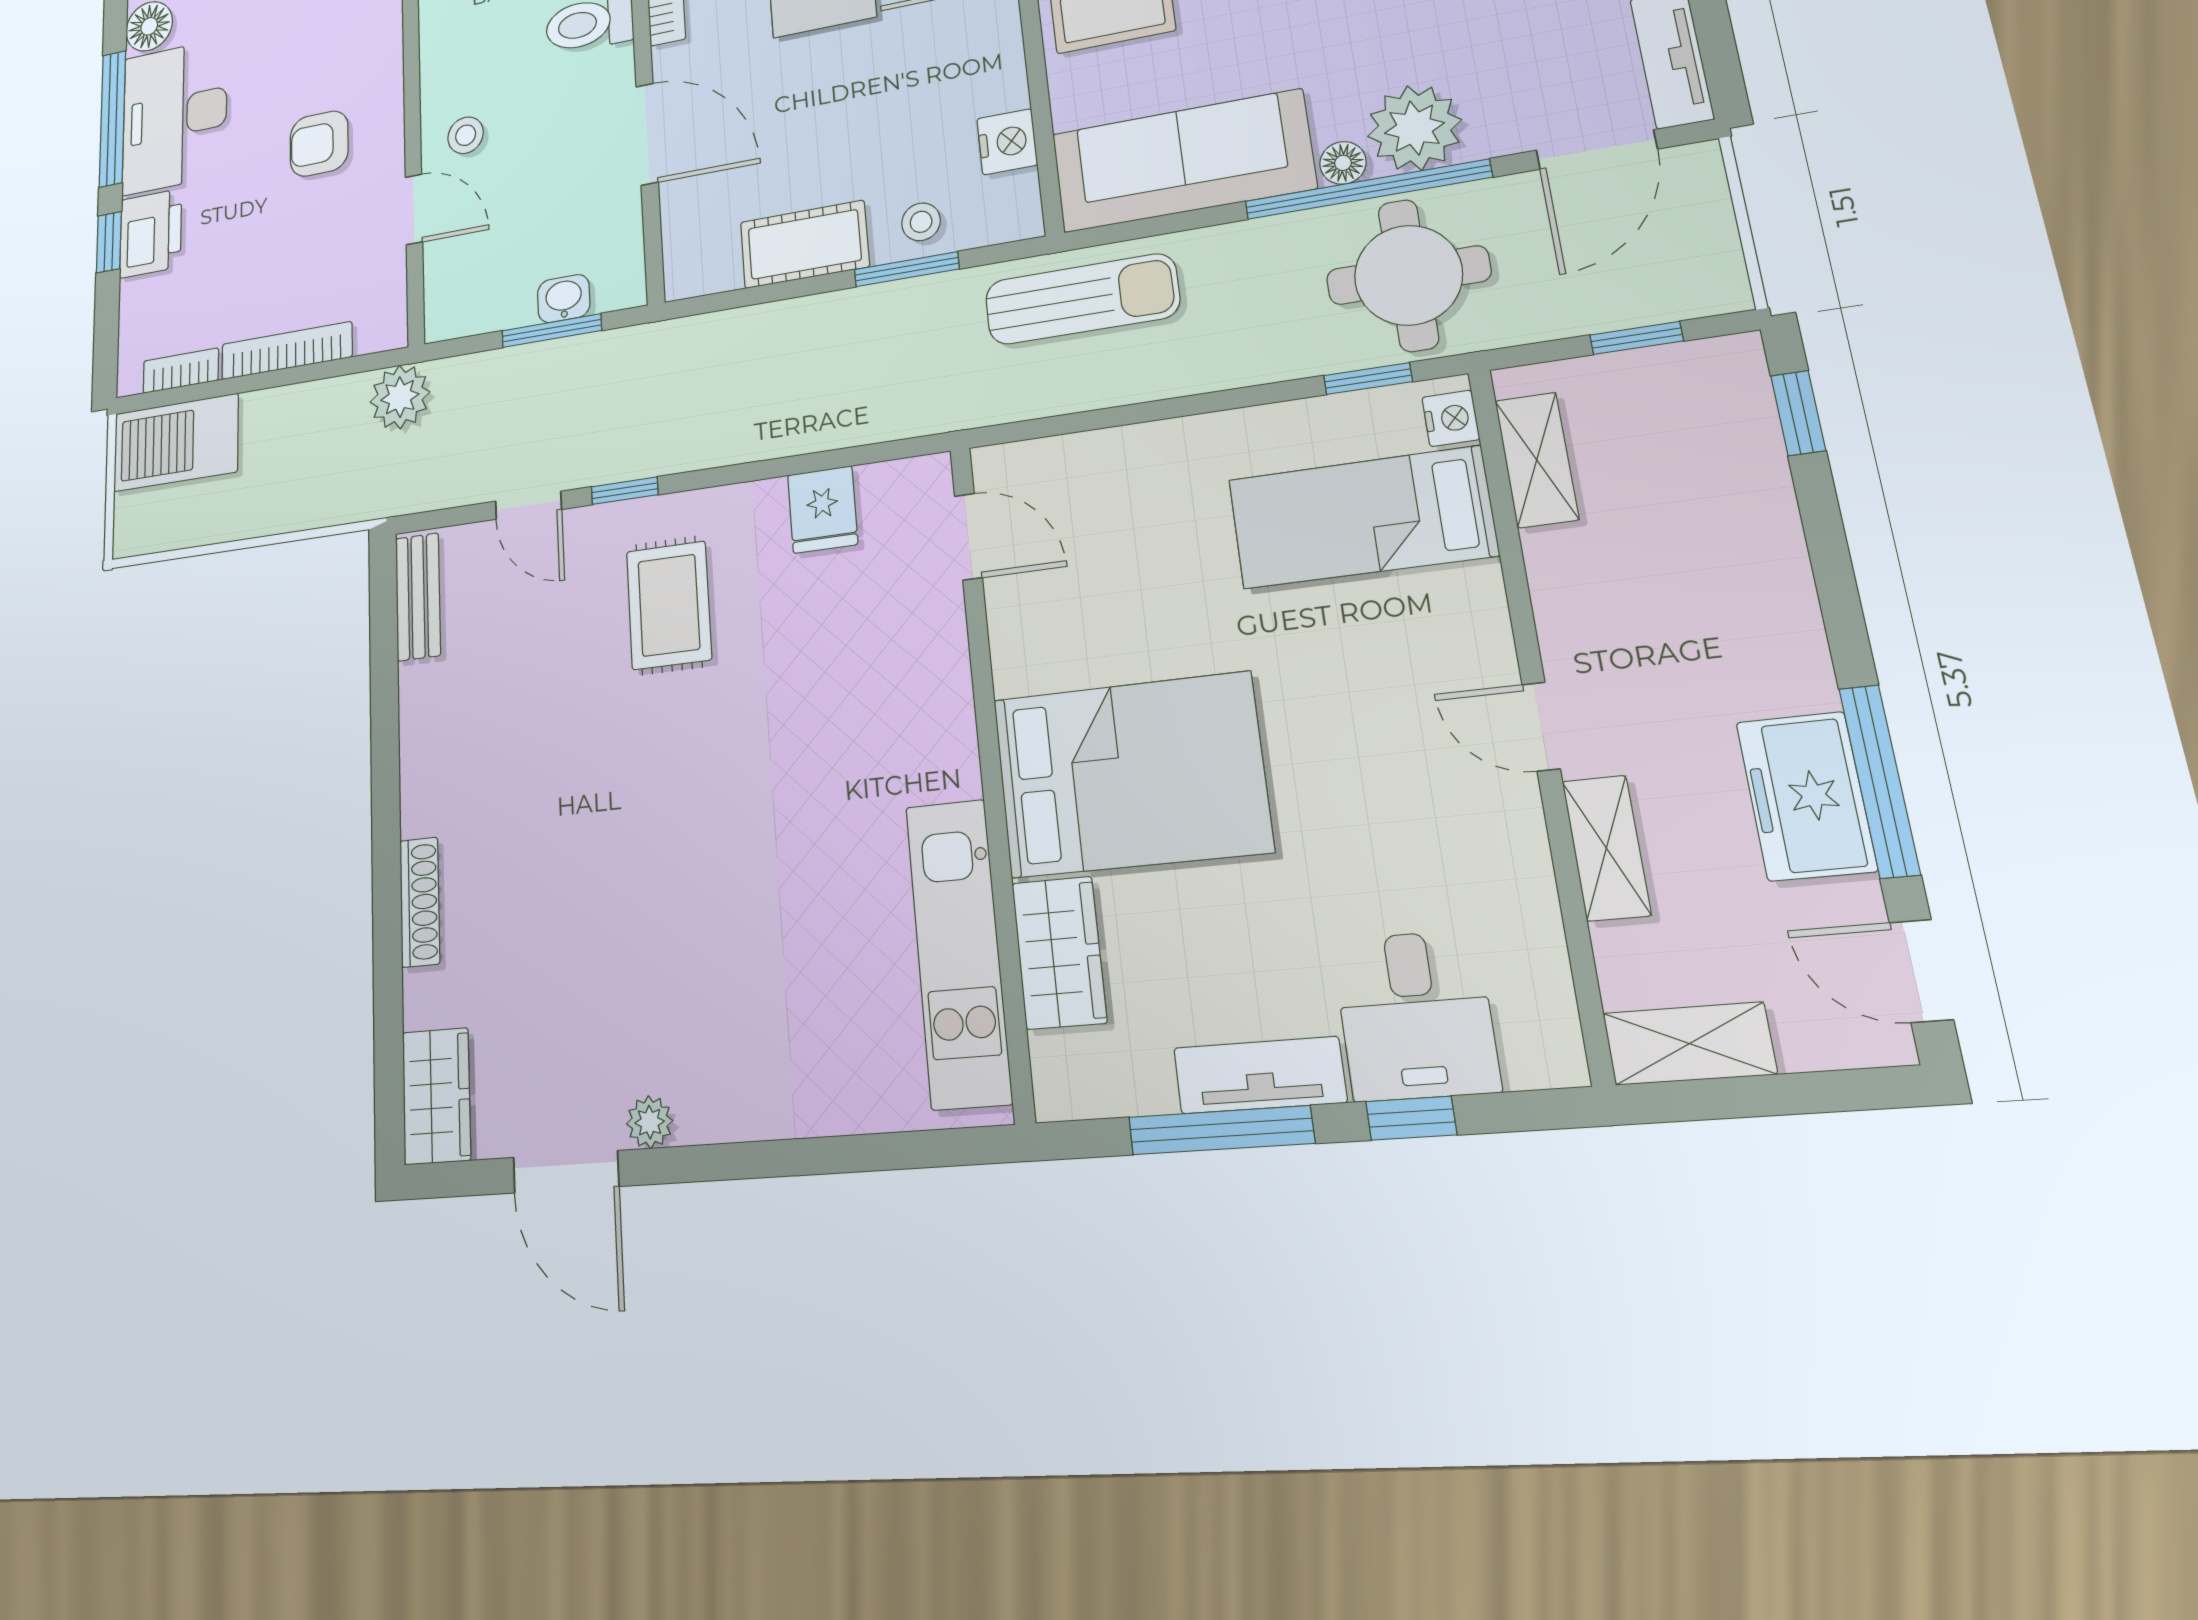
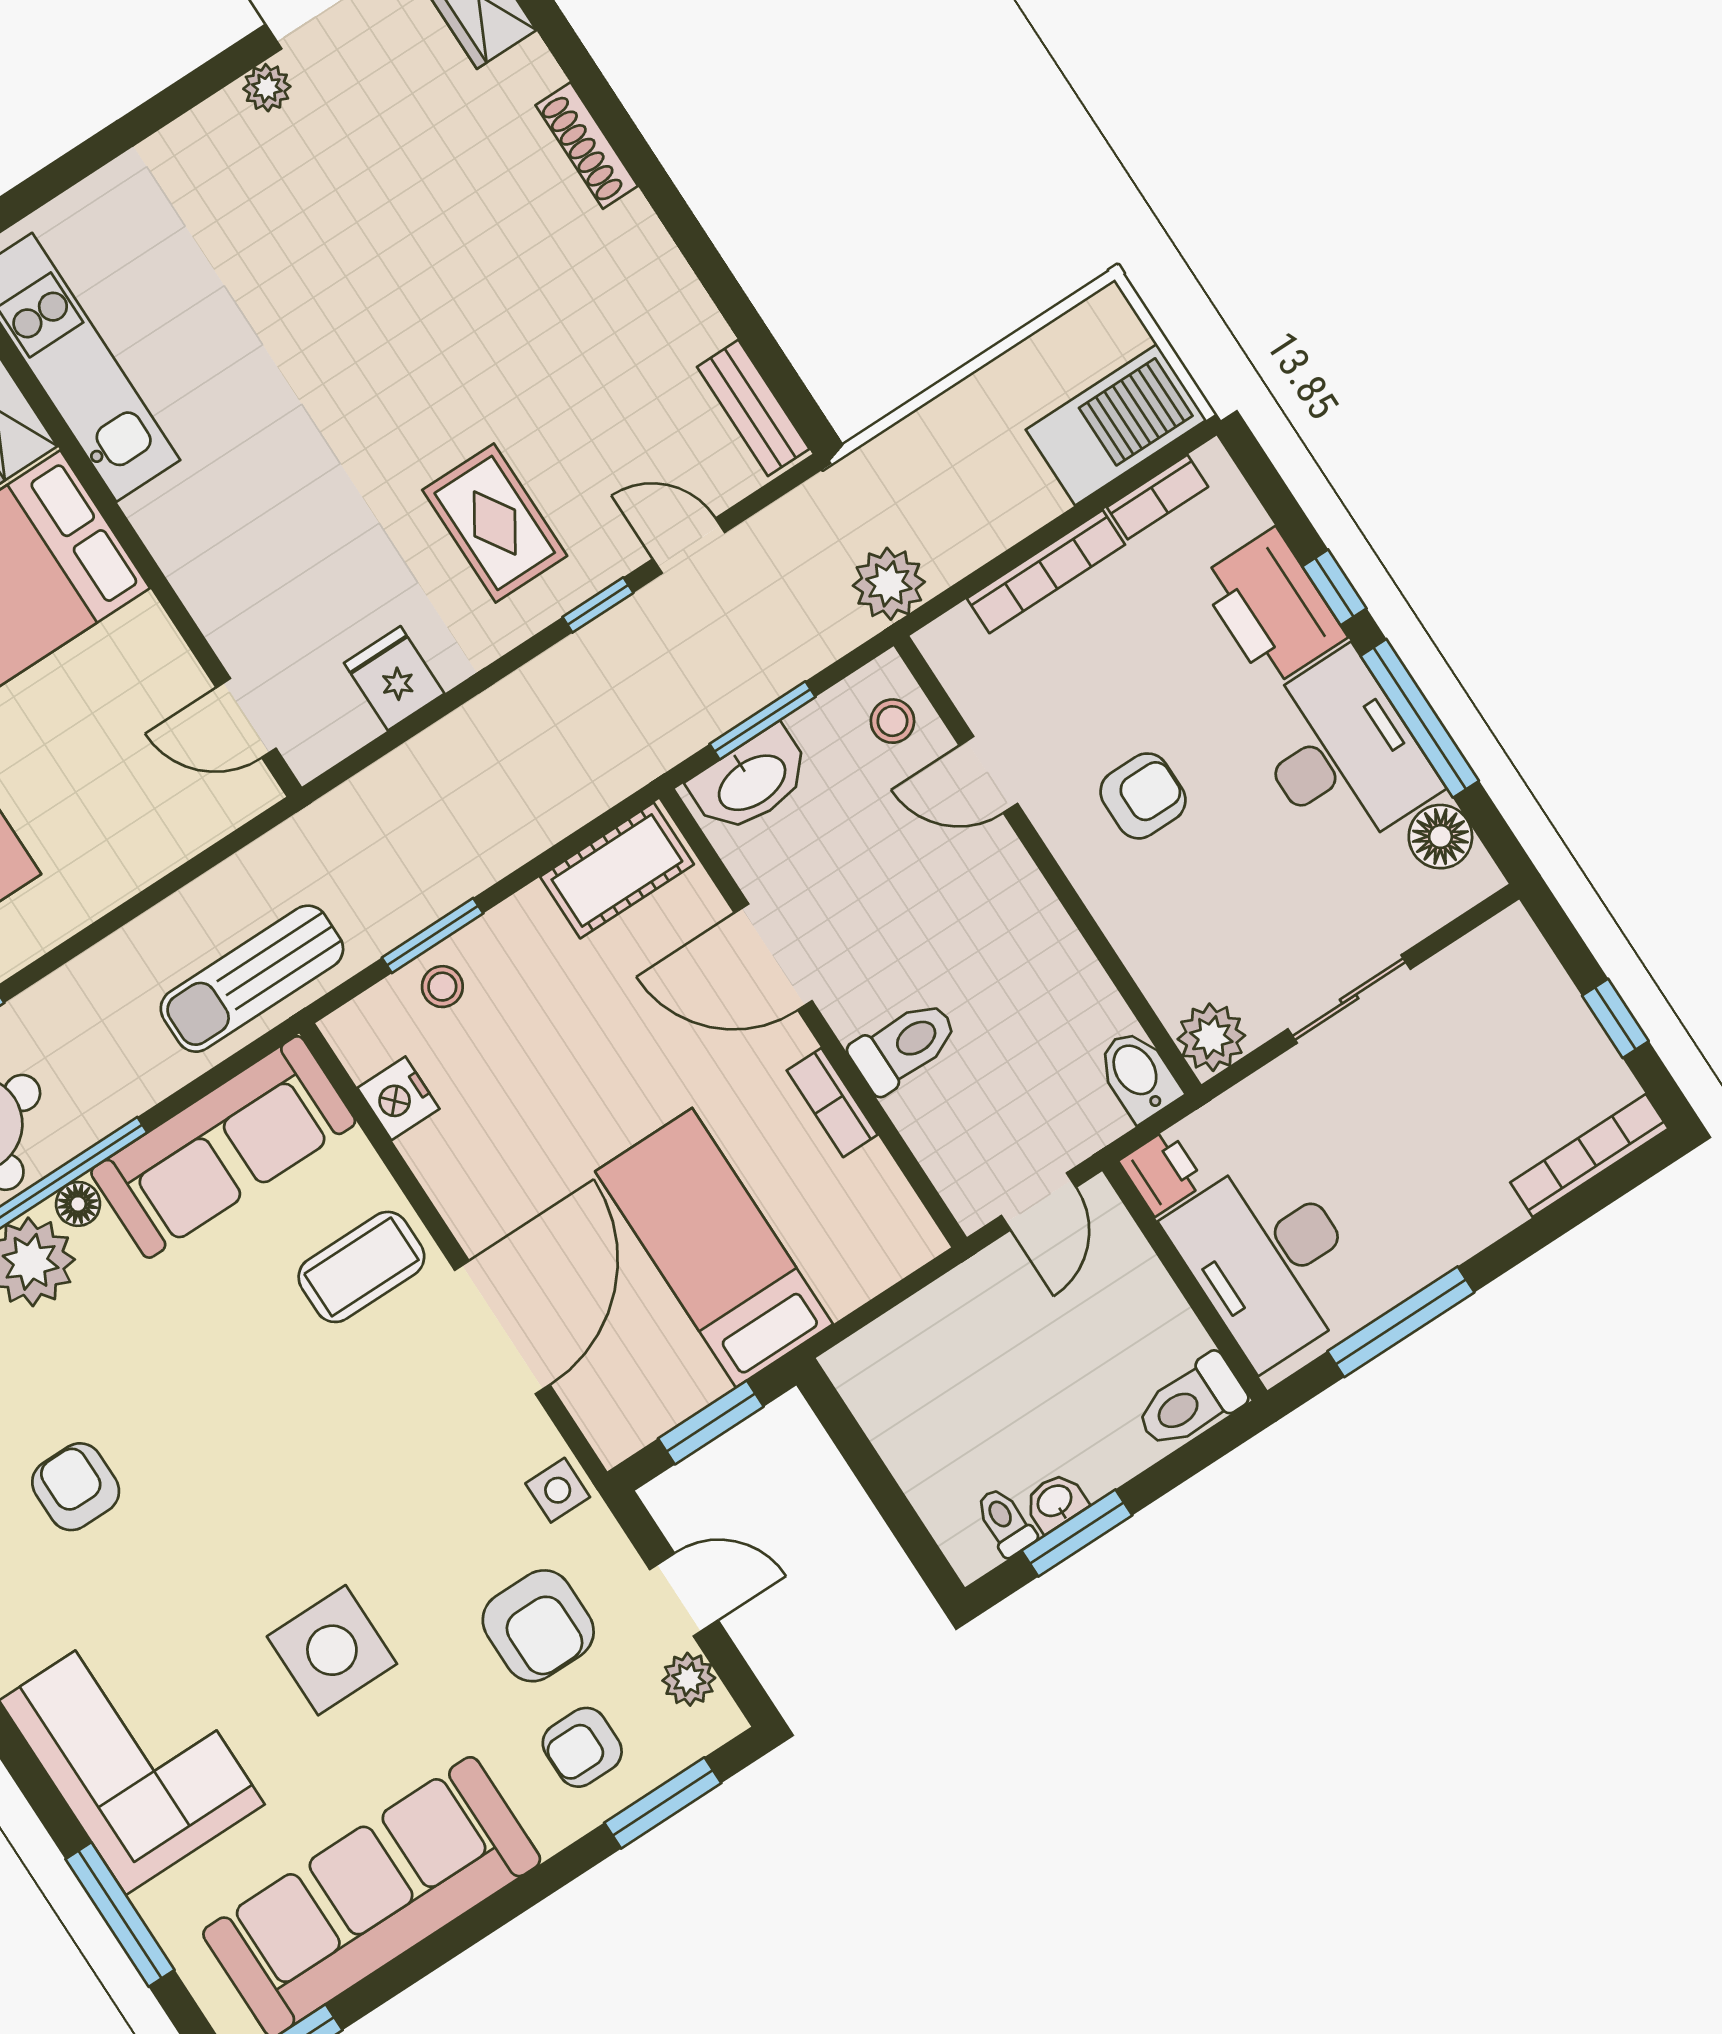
stool: (466, 135) -> (892, 721), moved
printer: (151, 233) -> (1272, 608), width x1.37, depth x1.19
cot: (804, 244) -> (617, 870), moved
washbasin: (564, 299) -> (751, 781), width x1.91, depth x1.45

